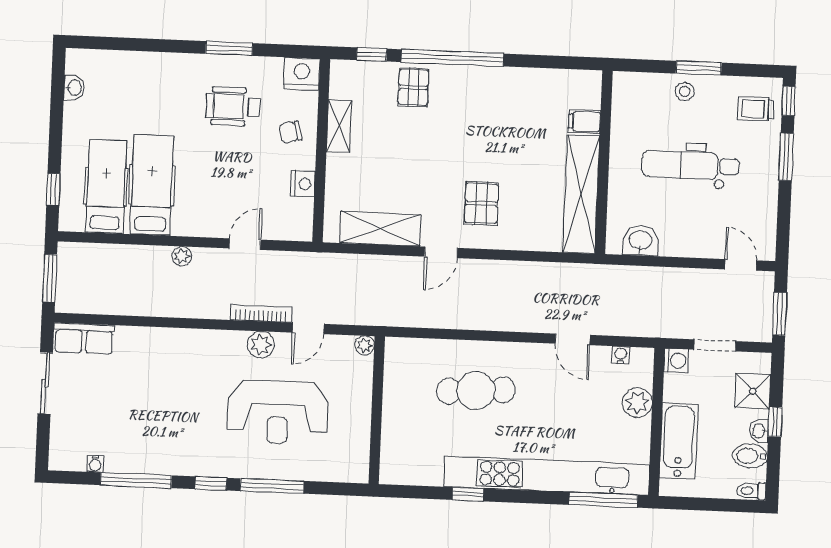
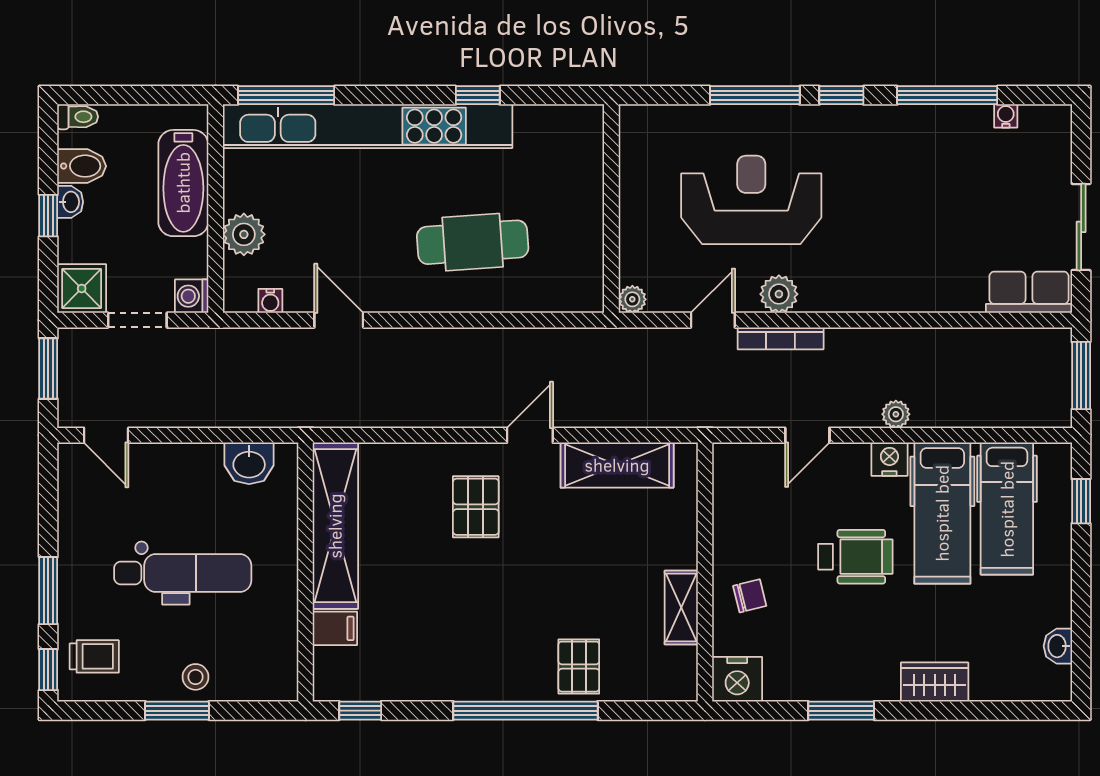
window: (372, 54) -> (360, 711), moved
wardrobe: (162, 66) -> (935, 682), added
wheelchair: (233, 106) -> (855, 557), moved
nightstand: (303, 184) -> (889, 459), moved, turned 90
shower: (753, 391) -> (82, 288), moved

